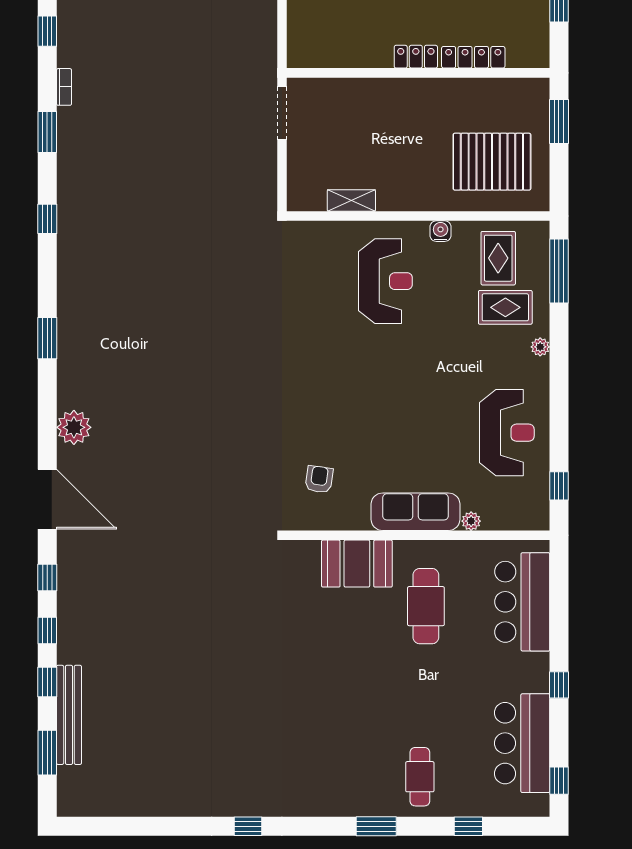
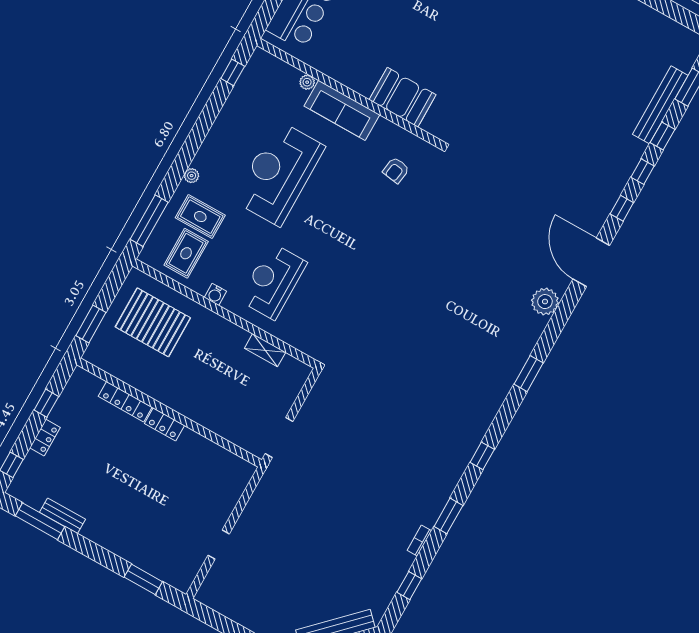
reception desk: (507, 433) -> (279, 173), moved, width x1.36, depth x1.30
cafe table: (426, 606) -> (371, 41), removed

